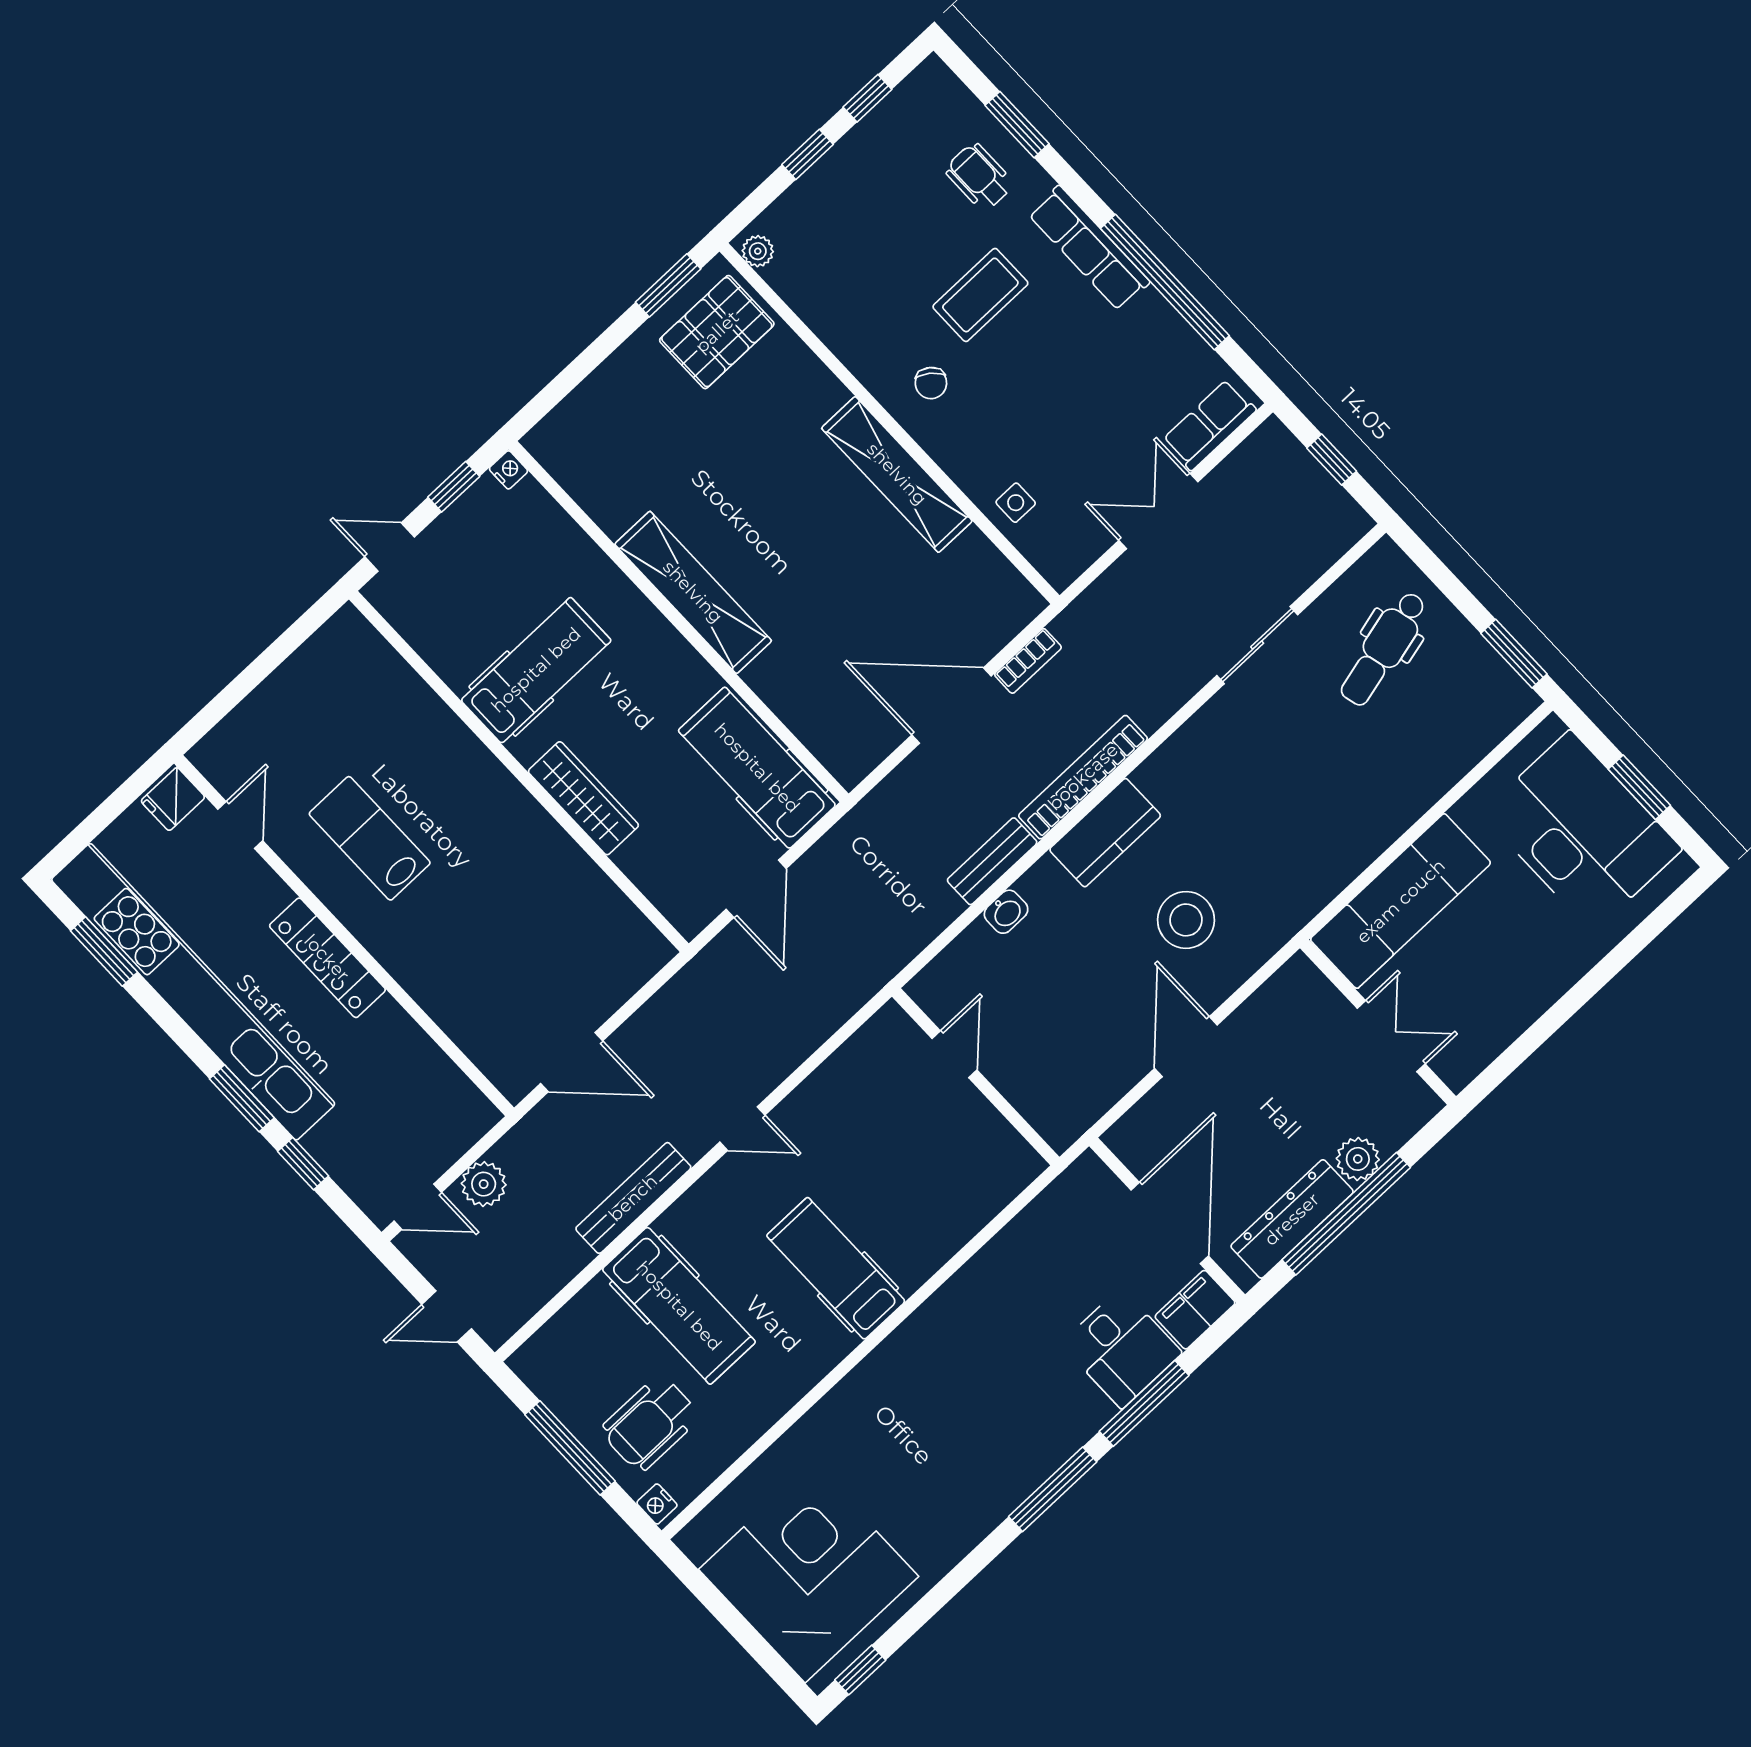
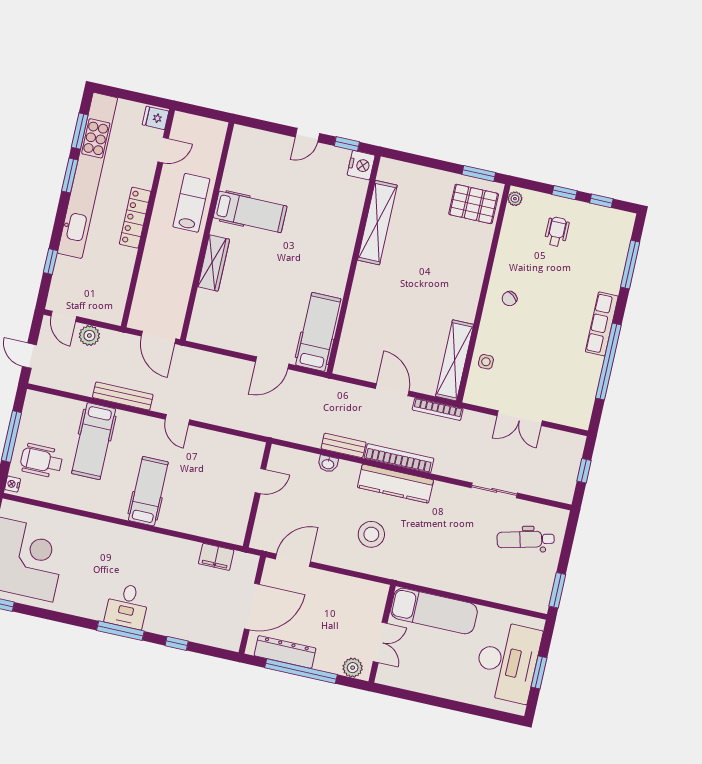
window: (1017, 125) -> (630, 265), width x1.44
wheelchair: (979, 177) -> (557, 232), moved
coffee table: (980, 295) -> (556, 295), removed
row of seats: (1209, 425) -> (566, 415), removed
nightstand: (508, 470) -> (361, 165), width x1.89, depth x1.79
shelving: (897, 474) -> (455, 360), moved
double door: (1158, 511) -> (520, 418), swing flipped
door: (390, 547) -> (307, 135), swing flipped
shelving: (693, 592) -> (377, 223), moved
bookcase: (1028, 661) -> (438, 409), width x1.56
hospital bed: (536, 670) -> (250, 212), moved
door: (951, 705) -> (392, 390), width x0.73
wall: (519, 771) -> (207, 232), moved
wardrobe: (583, 798) -> (214, 263), moved
kitchen counter: (1105, 833) -> (395, 484), width x1.50
door: (1186, 1047) -> (293, 560), moved
window: (242, 1098) -> (70, 176), moved
plant: (1358, 1159) -> (353, 668), moved
filing cabinet: (1195, 1310) -> (216, 557), moved, turned 180
desk: (1121, 1348) -> (127, 606), moved
window: (1144, 1403) -> (177, 643), width x0.46

